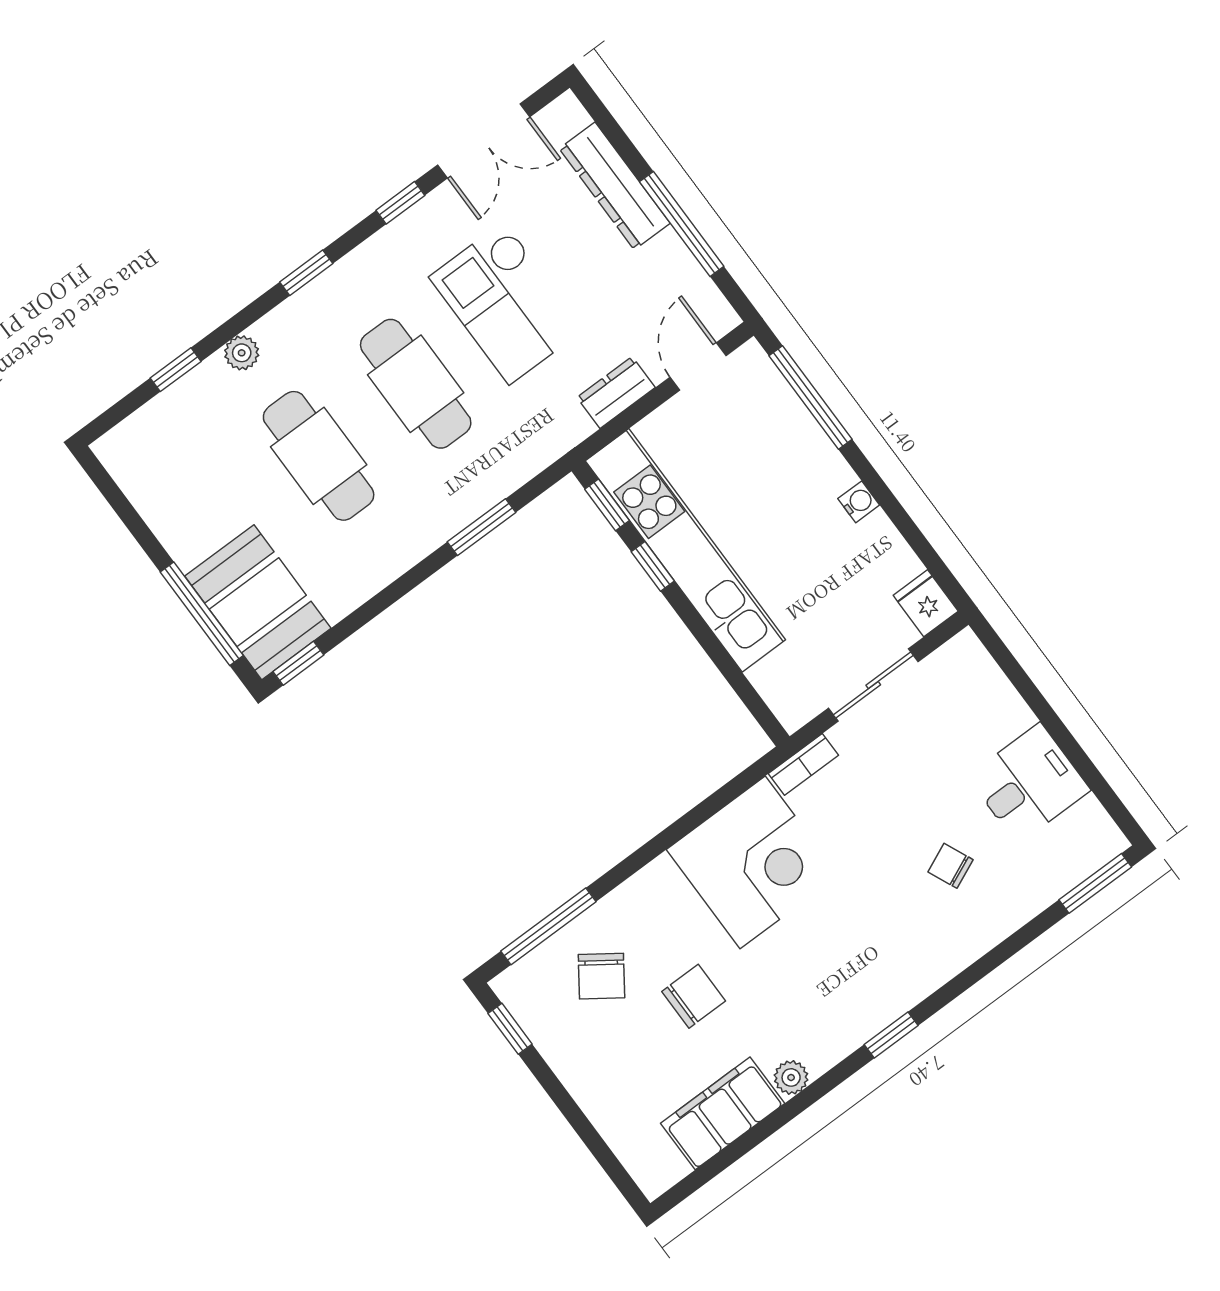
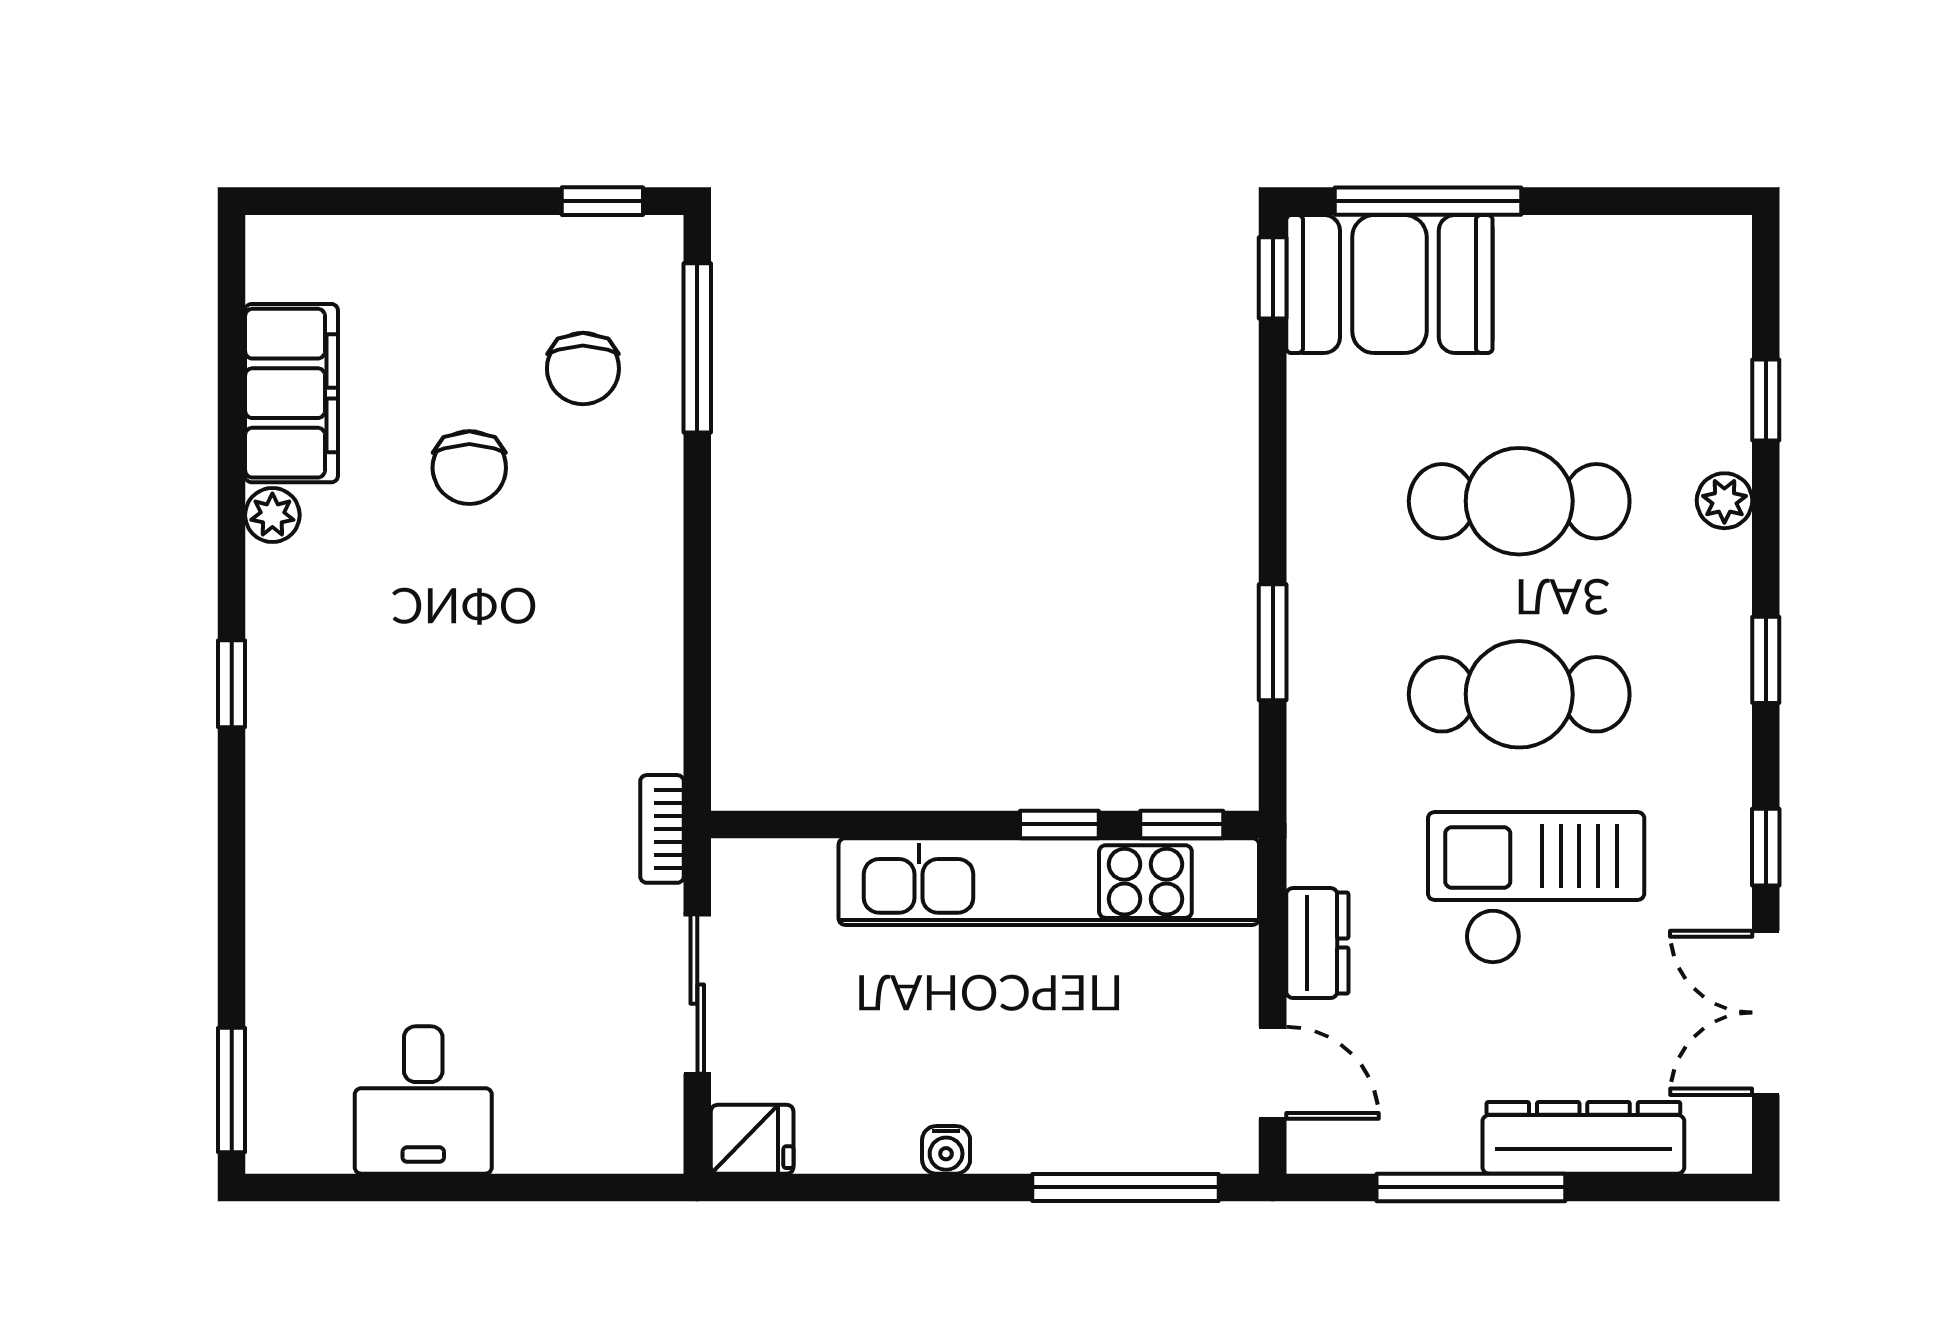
corner desk: (753, 862) -> (585, 671), removed
chair: (951, 866) -> (392, 921), removed
chair: (601, 976) -> (583, 369), turned -125

